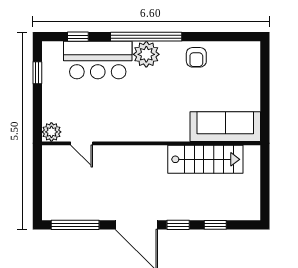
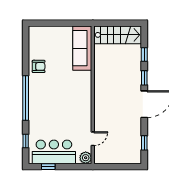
plant: (146, 54) -> (37, 98), removed
bar counter: (98, 60) -> (54, 152), moved, turned -90
stairs: (205, 159) -> (118, 35), moved, turned 90
window: (75, 225) -> (144, 143), width x0.46

